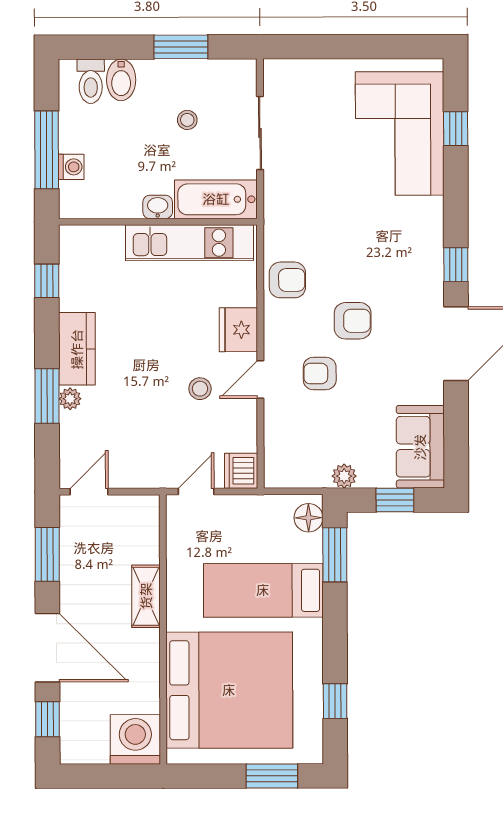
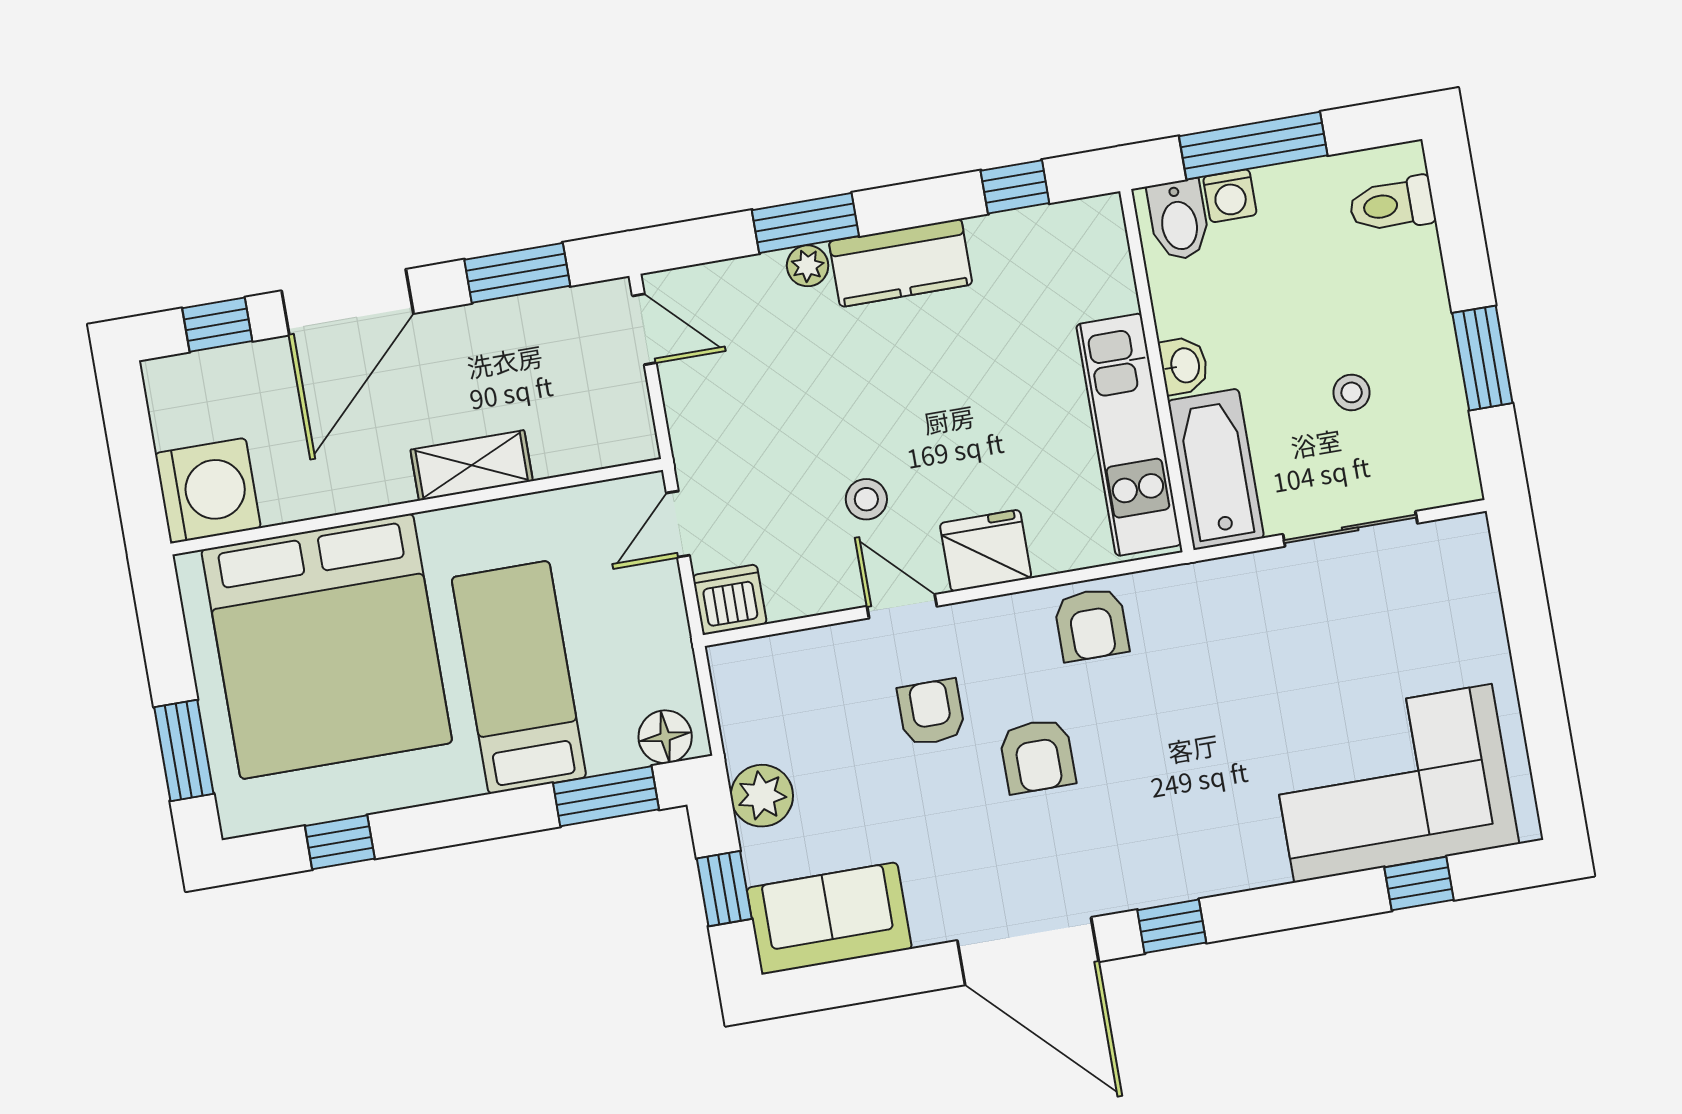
bidet: (121, 80) -> (1179, 220), moved, turned -90
plant: (344, 476) -> (762, 796), width x1.38, depth x1.38
door: (196, 491) -> (678, 524), swing flipped

